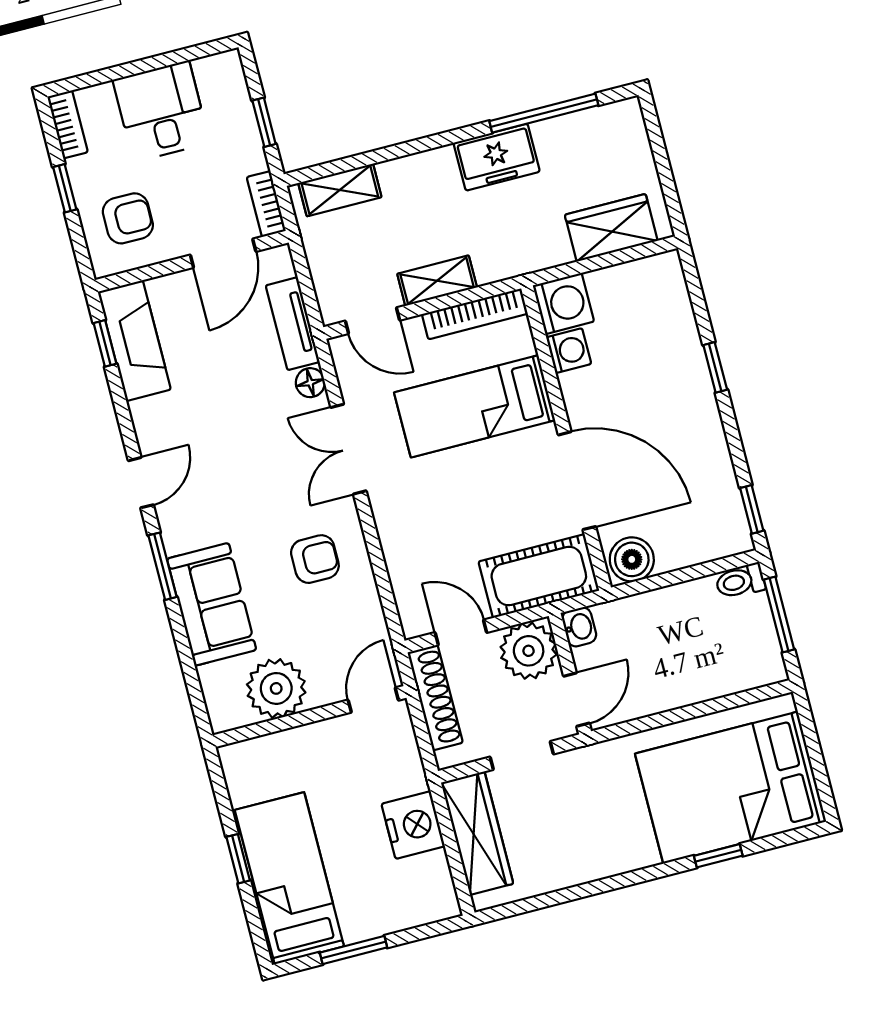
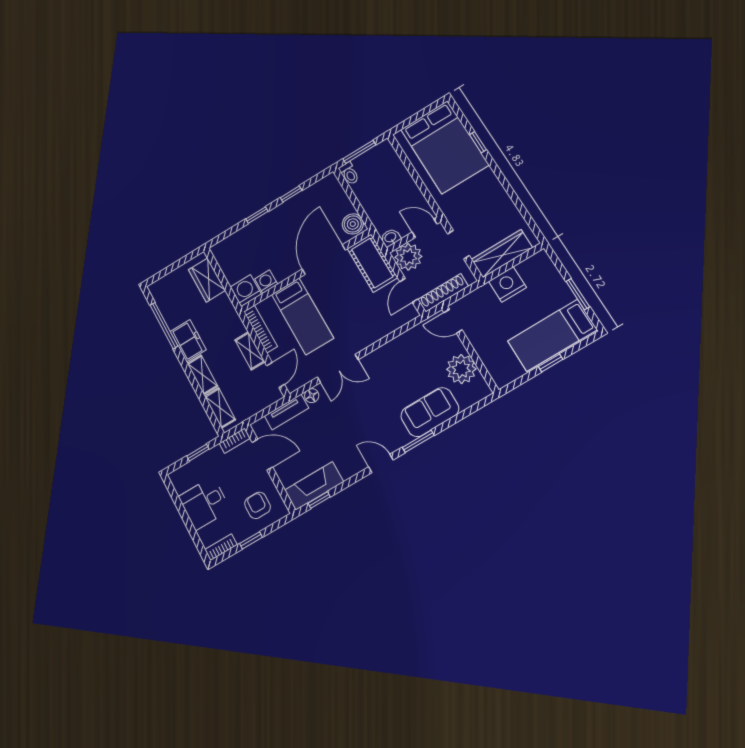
shelving: (417, 170) -> (202, 375), added
window: (752, 509) -> (291, 194), moved
armchair: (315, 559) -> (394, 369), removed

